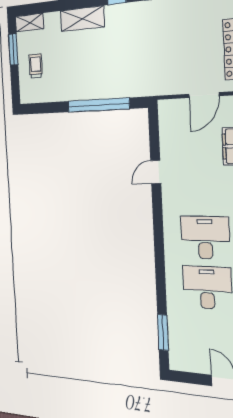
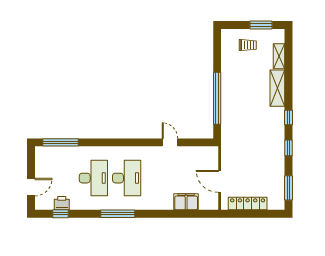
shelving: (29, 23) -> (279, 56), moved
window: (163, 332) -> (60, 142), width x1.44

